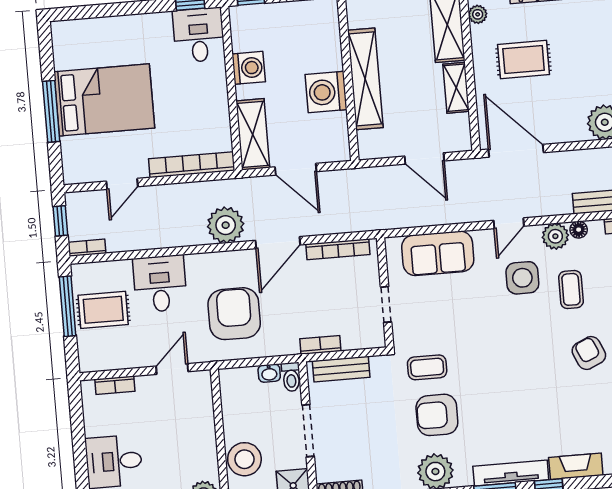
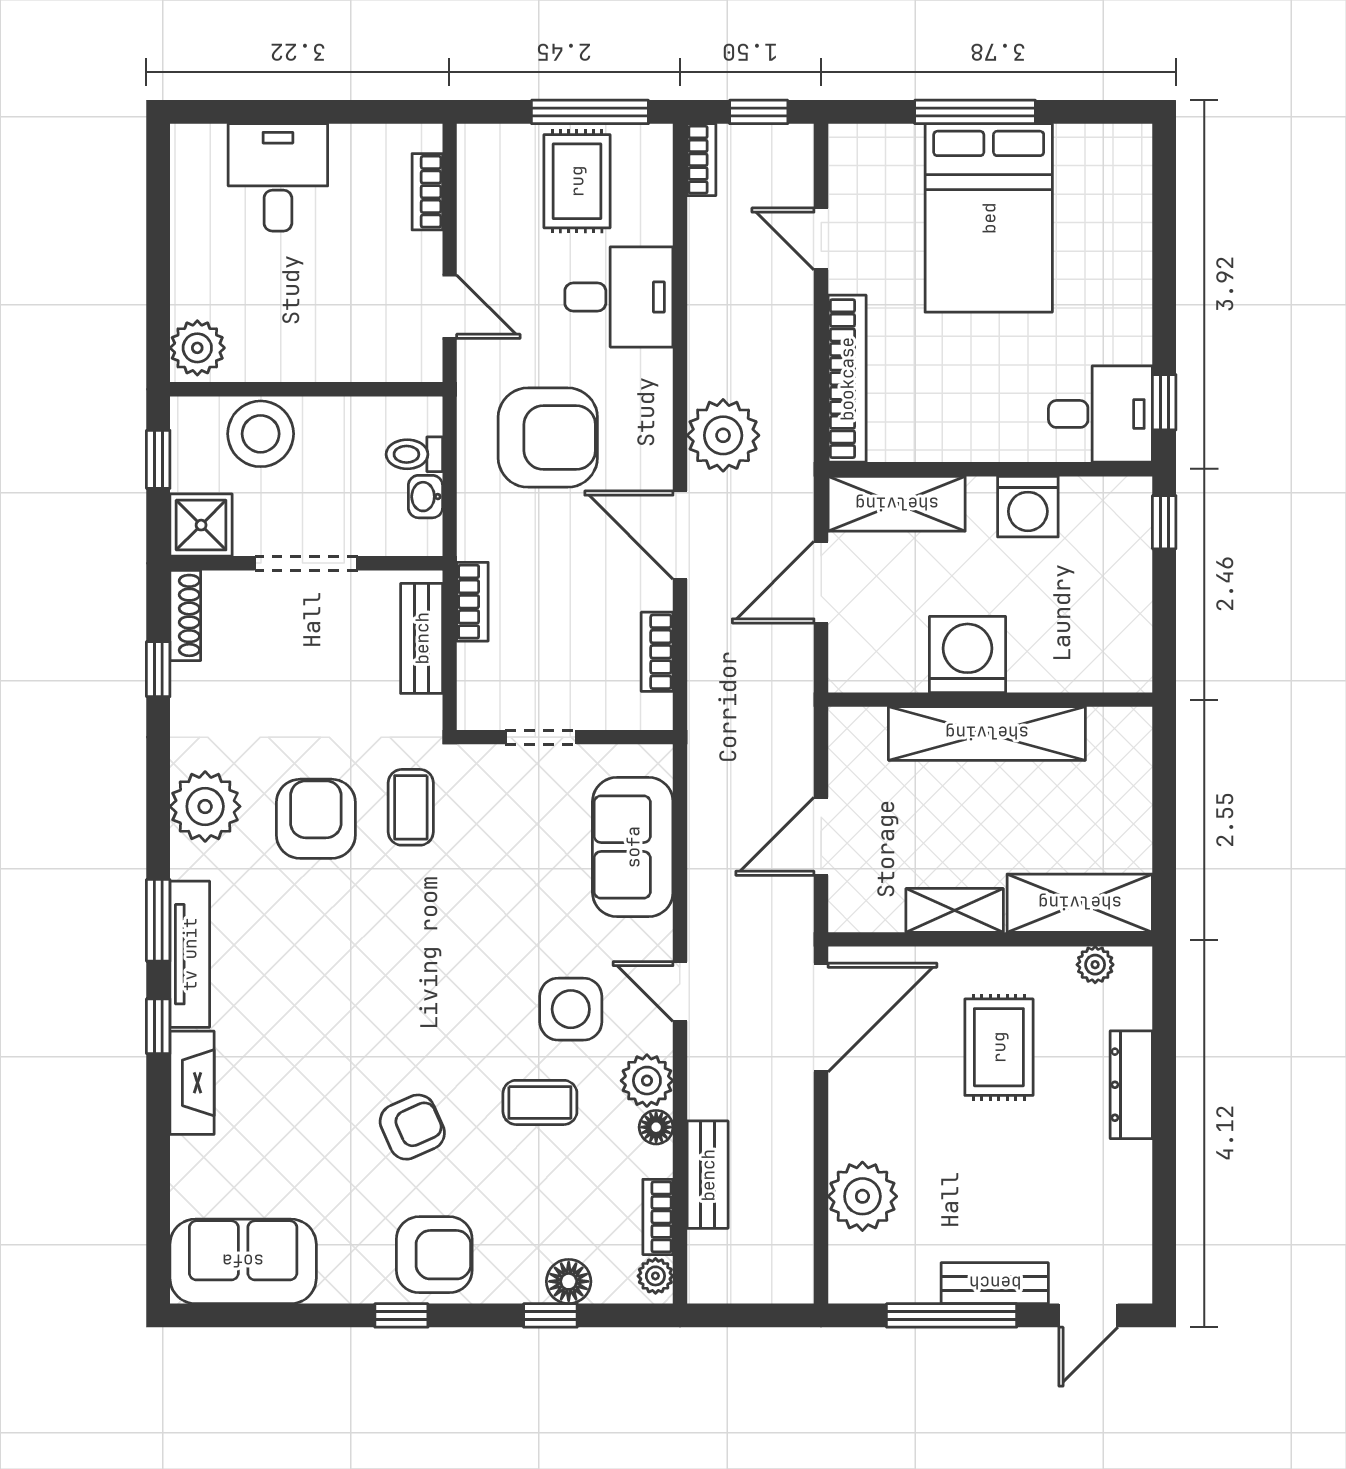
bookcase: (338, 249) -> (657, 652), width x0.64
toilet: (291, 377) -> (414, 454), moved

